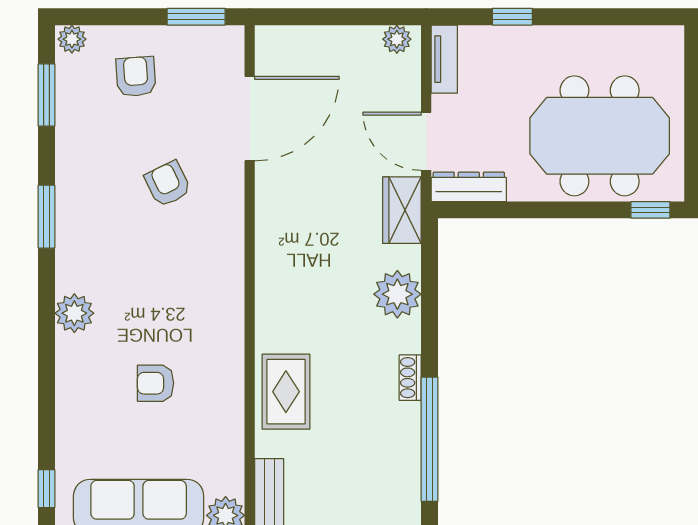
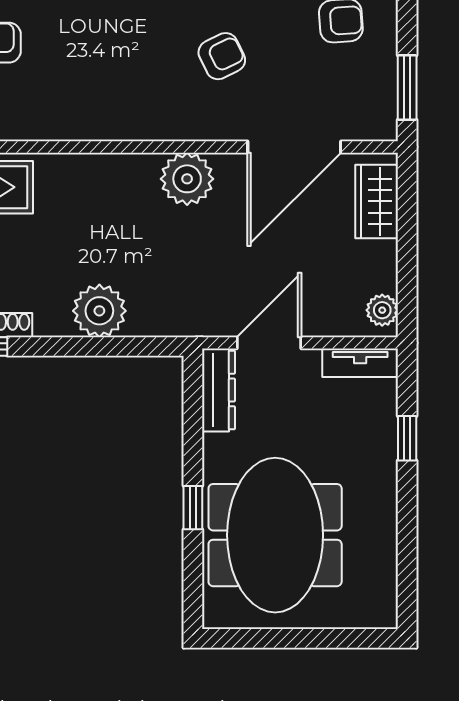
door: (250, 119) -> (294, 147), hinge flipped
wardrobe: (402, 210) -> (377, 201), moved, turned -90
window: (650, 210) -> (193, 508), moved
plant: (278, 215) -> (187, 179), added

